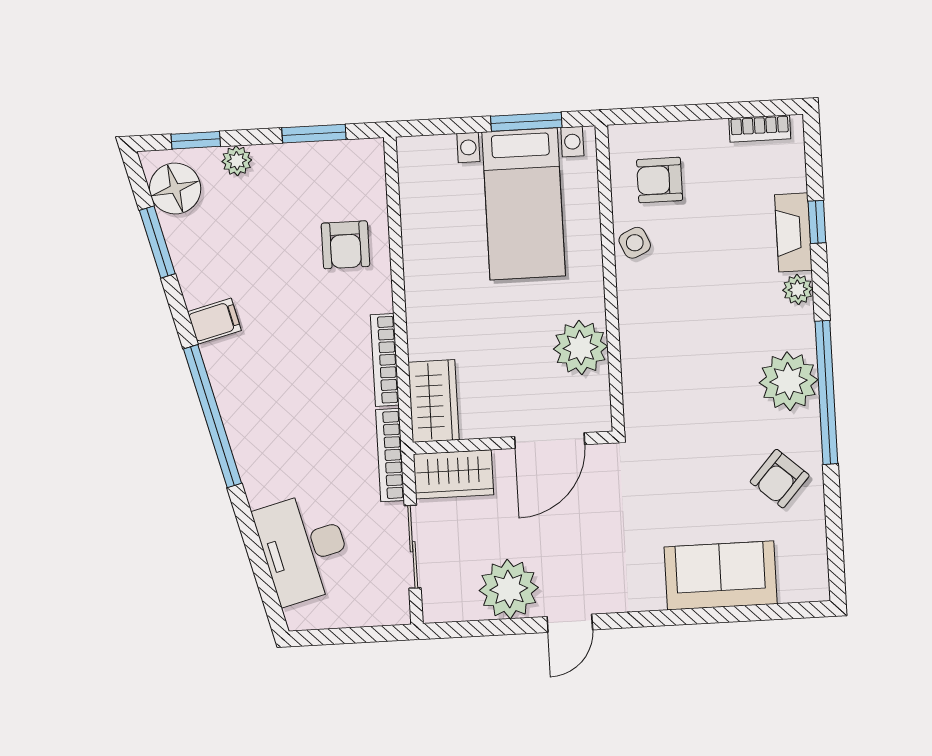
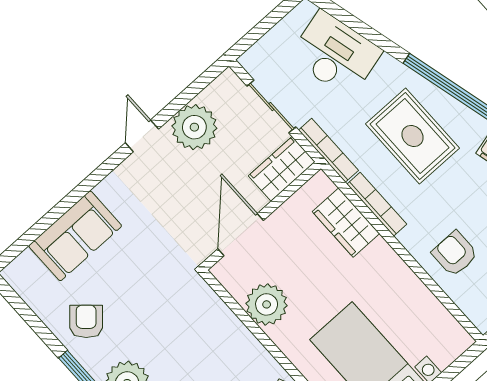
rug: (292, 400) -> (413, 136), added
wardrobe: (434, 401) -> (346, 223), moved

